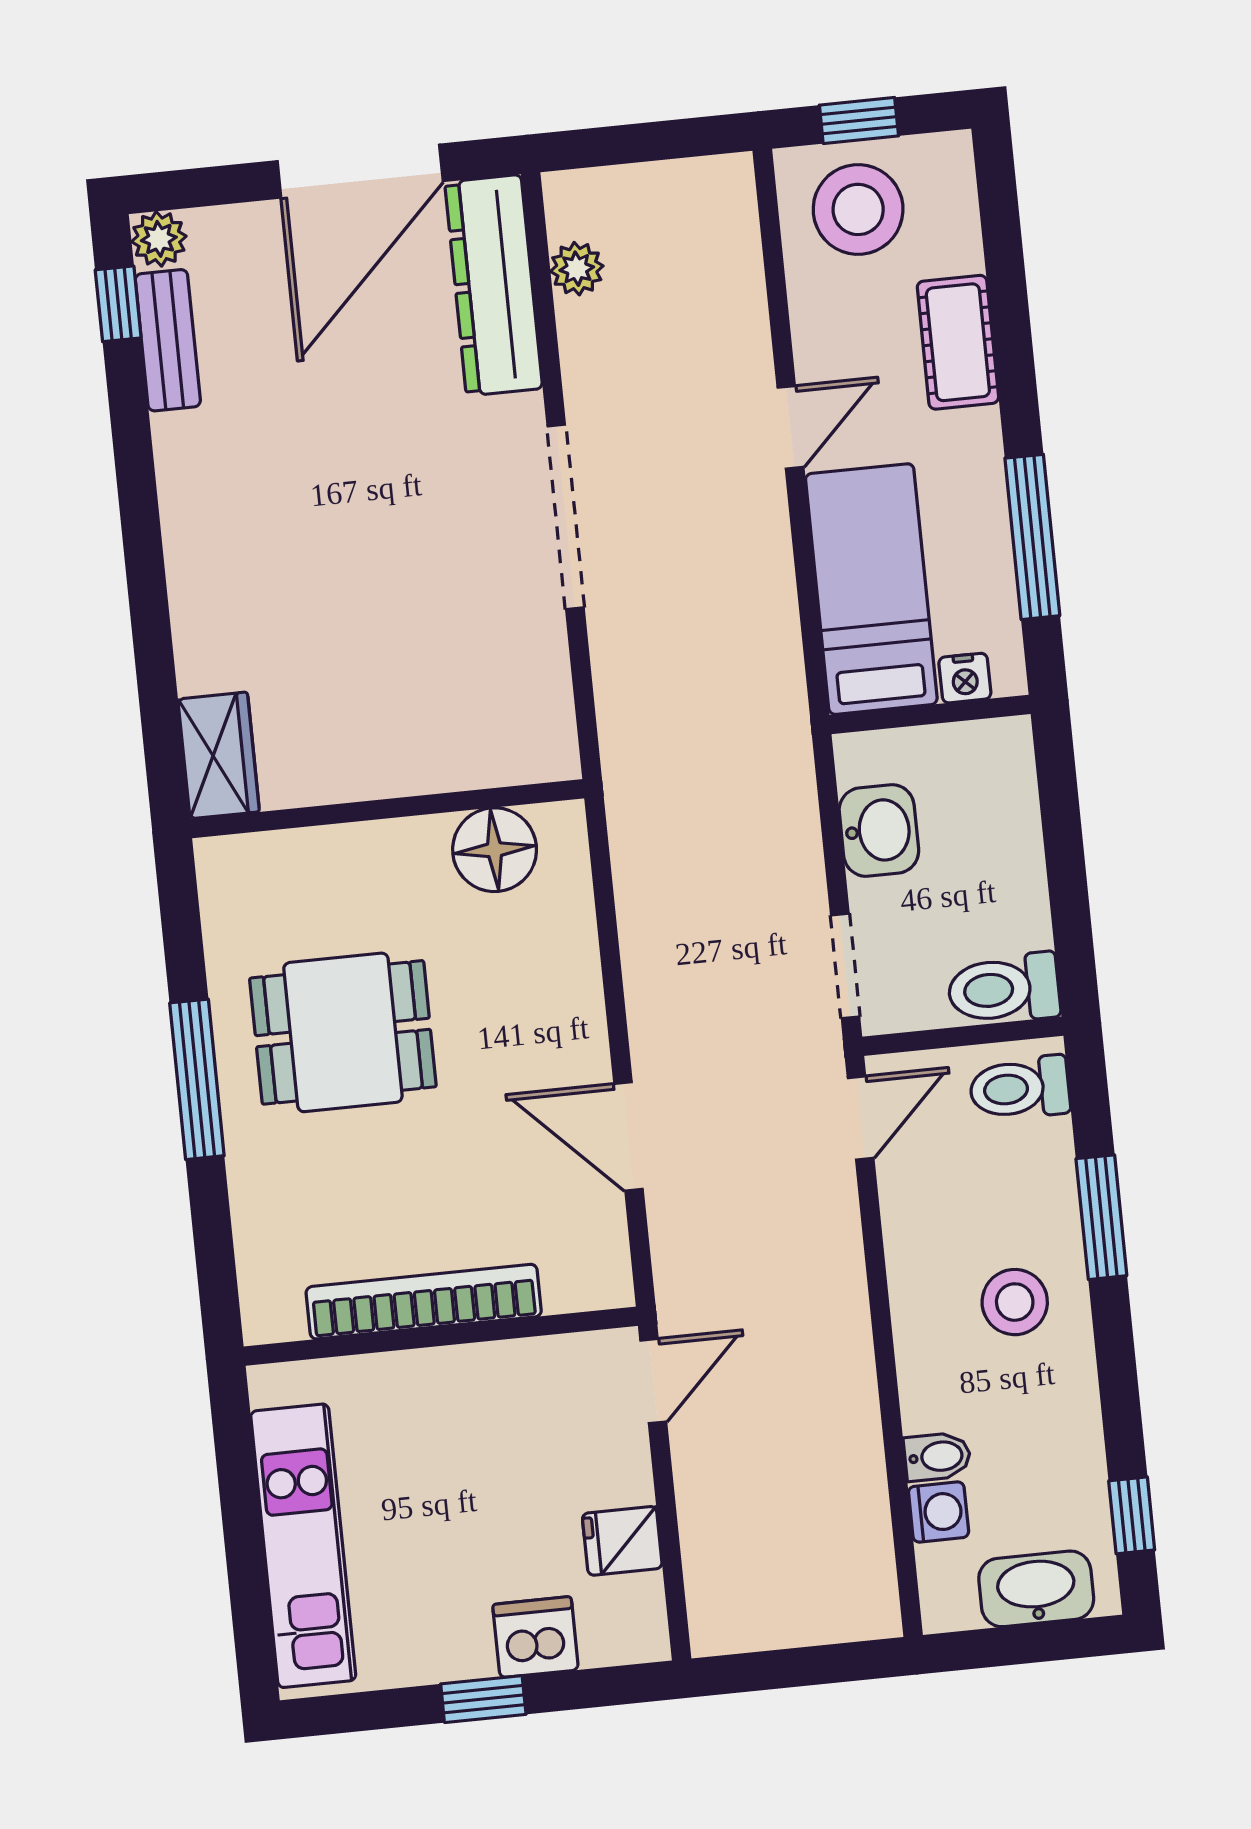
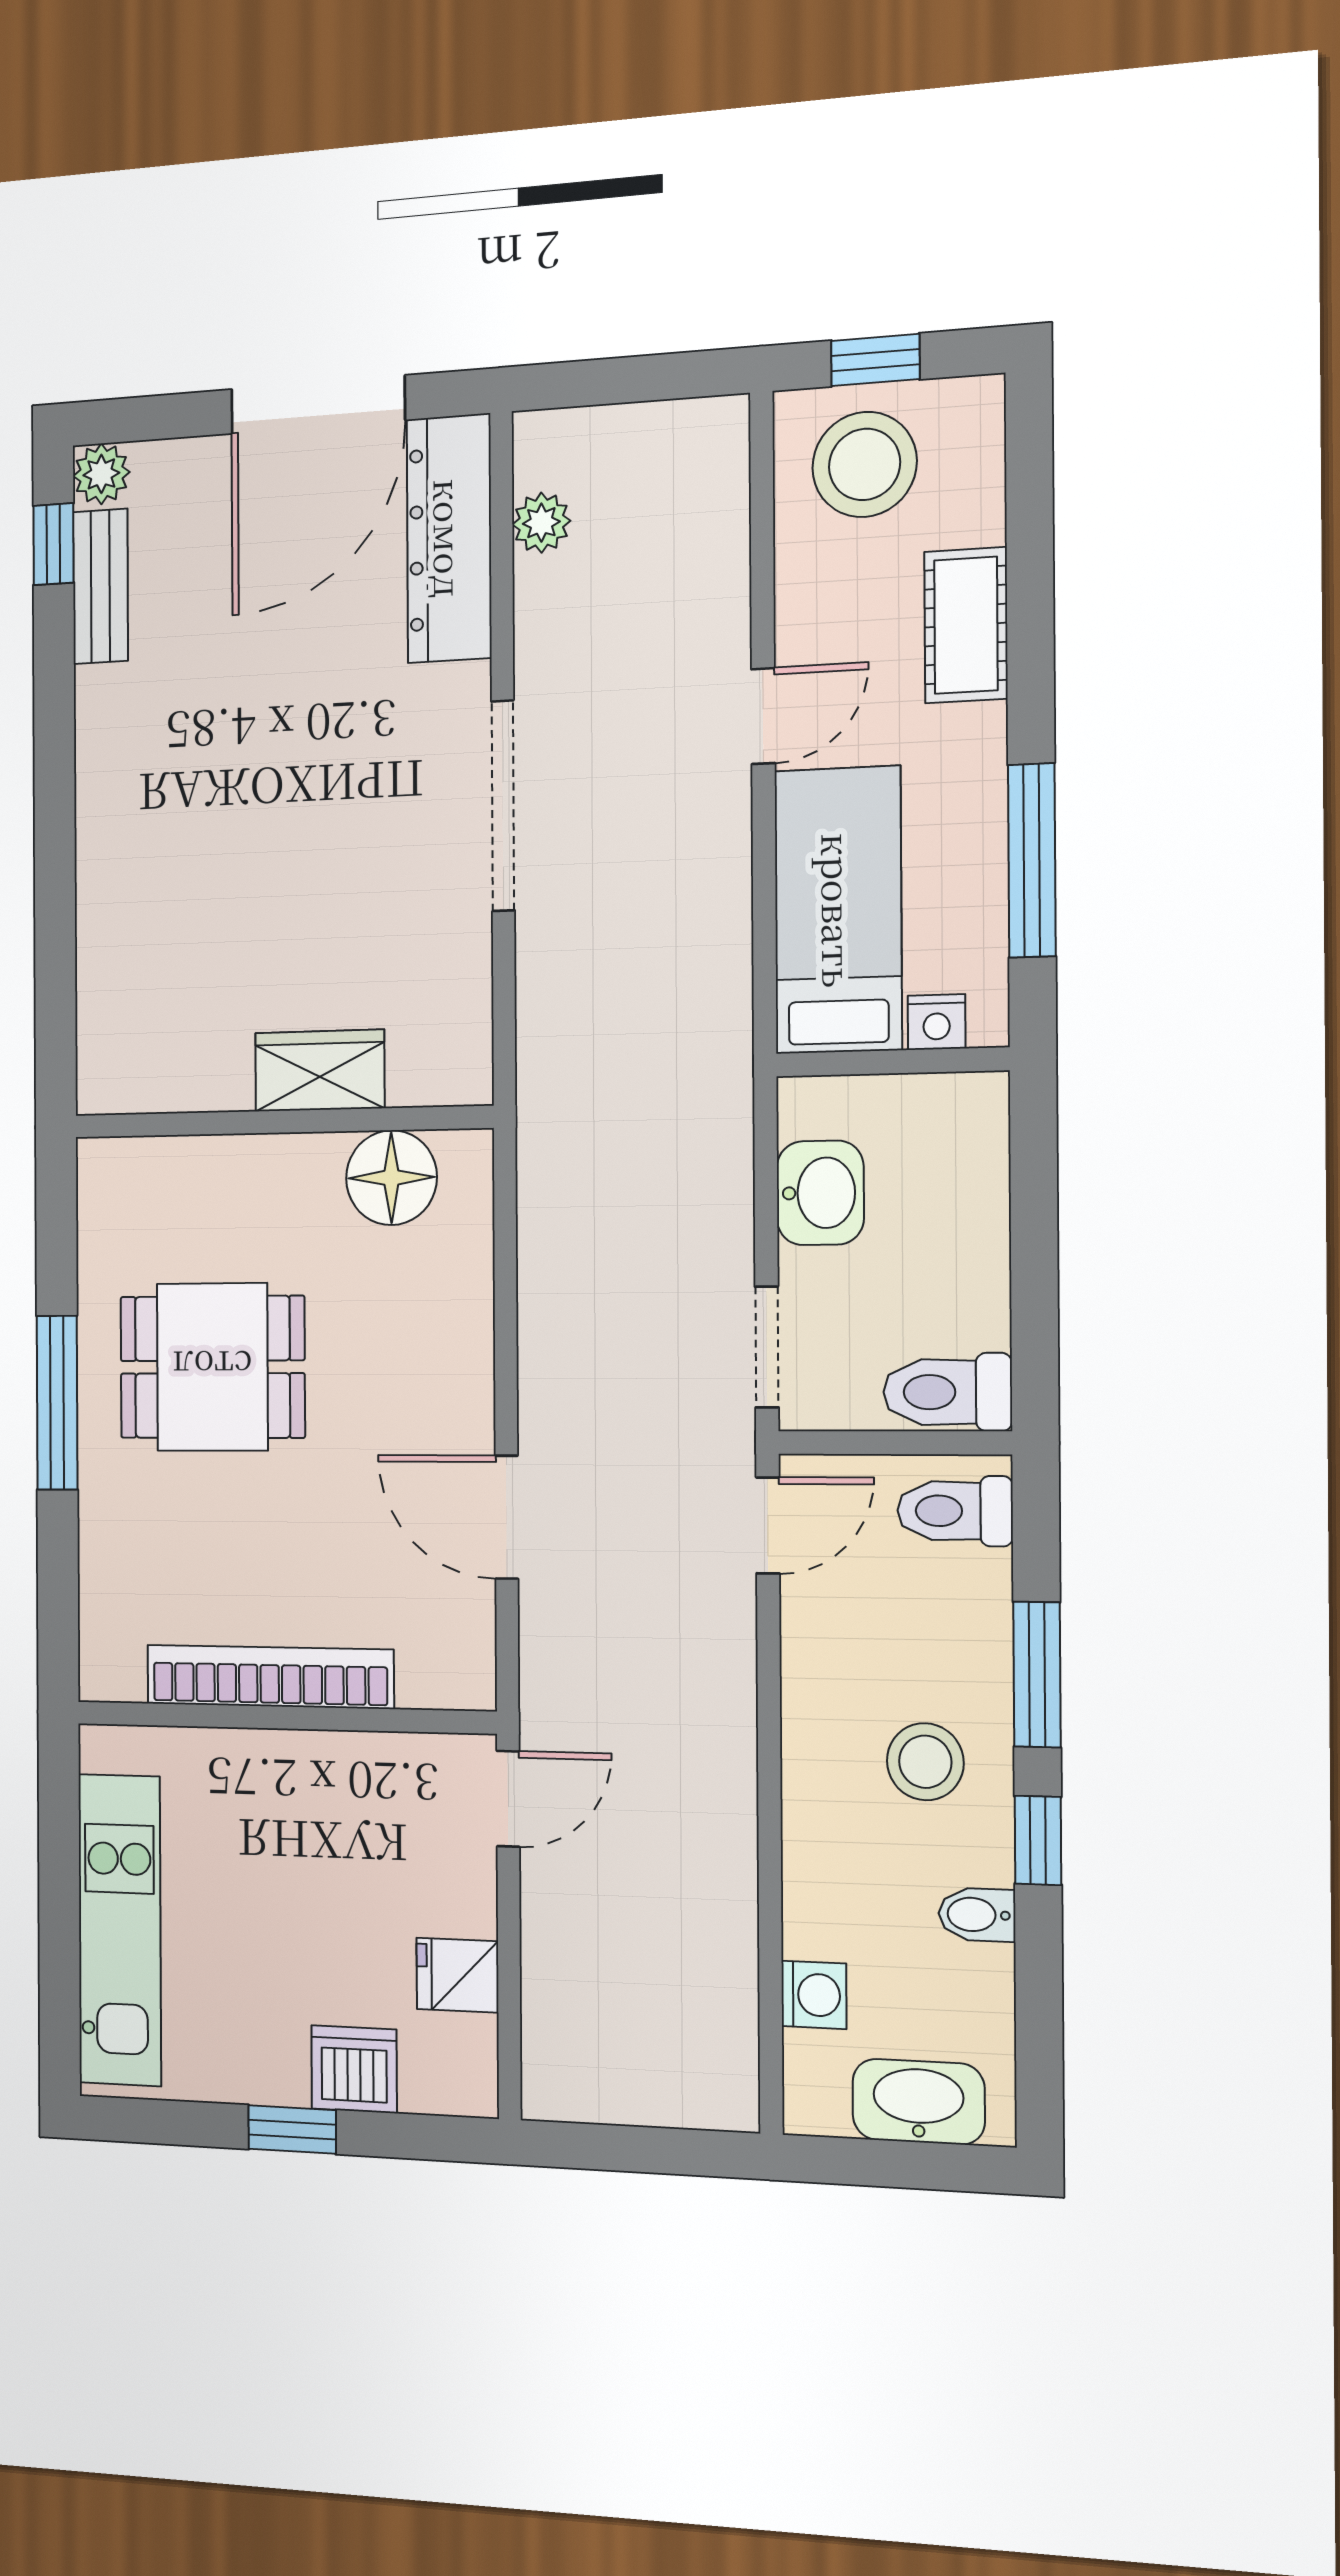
wardrobe: (219, 755) -> (320, 1071), moved, turned -90
bidet: (937, 1457) -> (977, 1915), moved, turned 180
window: (1132, 1515) -> (1038, 1840), moved

